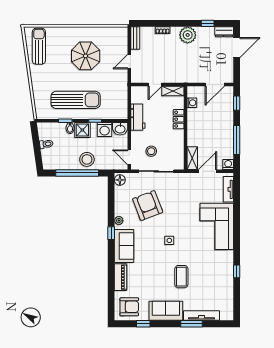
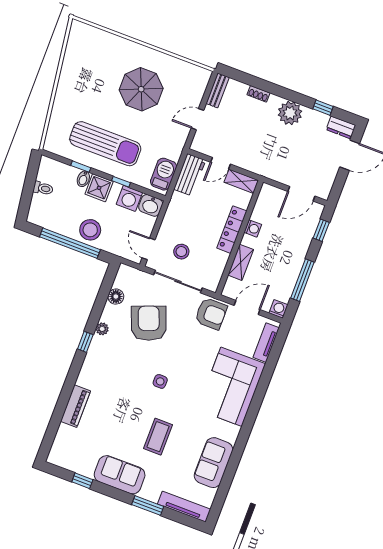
sun lounger: (39, 46) -> (83, 52), removed
washing machine: (192, 103) -> (253, 228), moved
barbecue: (121, 105) -> (164, 174), added
workbench: (138, 117) -> (190, 175), moved
locker: (179, 119) -> (232, 230), width x1.53
shelving: (192, 158) -> (241, 262), moved
floor lamp: (120, 180) -> (116, 297), moved
sofa: (124, 246) -> (213, 463), moved, turned 180
window: (237, 271) -> (235, 458), removed
armchair: (129, 307) -> (211, 314), moved
tv unit: (201, 316) -> (184, 507), moved

